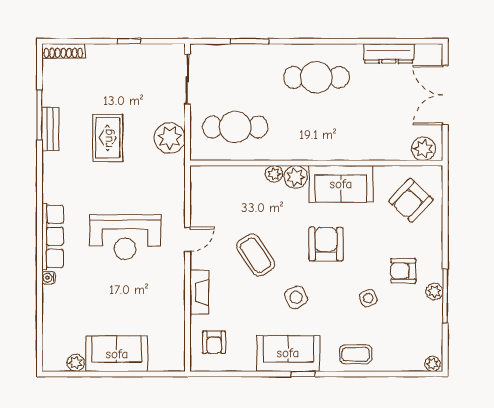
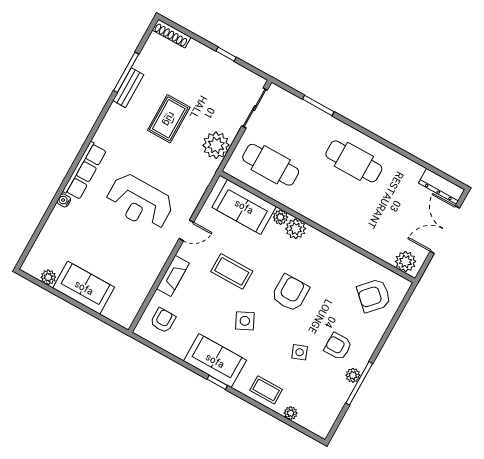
dresser: (389, 53) -> (442, 186), moved
sofa: (341, 184) -> (244, 207), moved
coffee table: (256, 255) -> (232, 271), turned -56
armchair: (214, 342) -> (163, 320), turned 180
plant: (433, 364) -> (291, 413), moved

